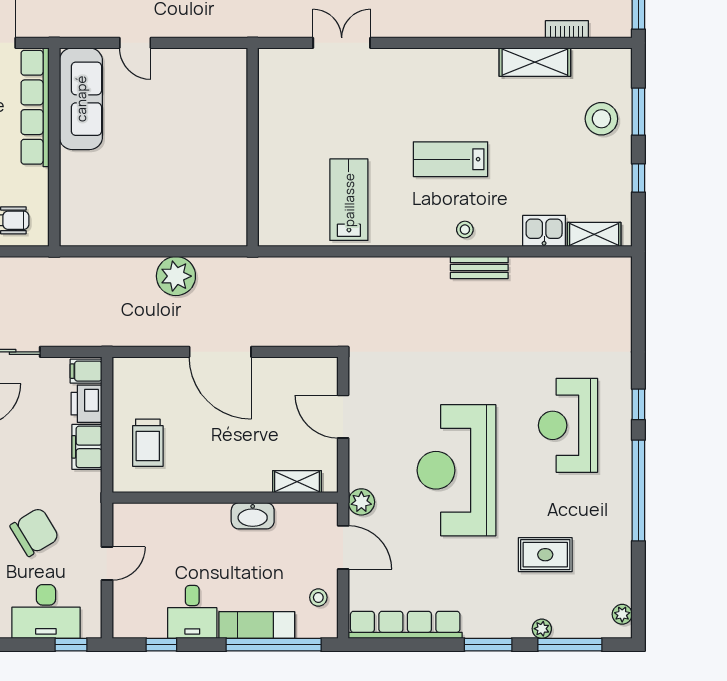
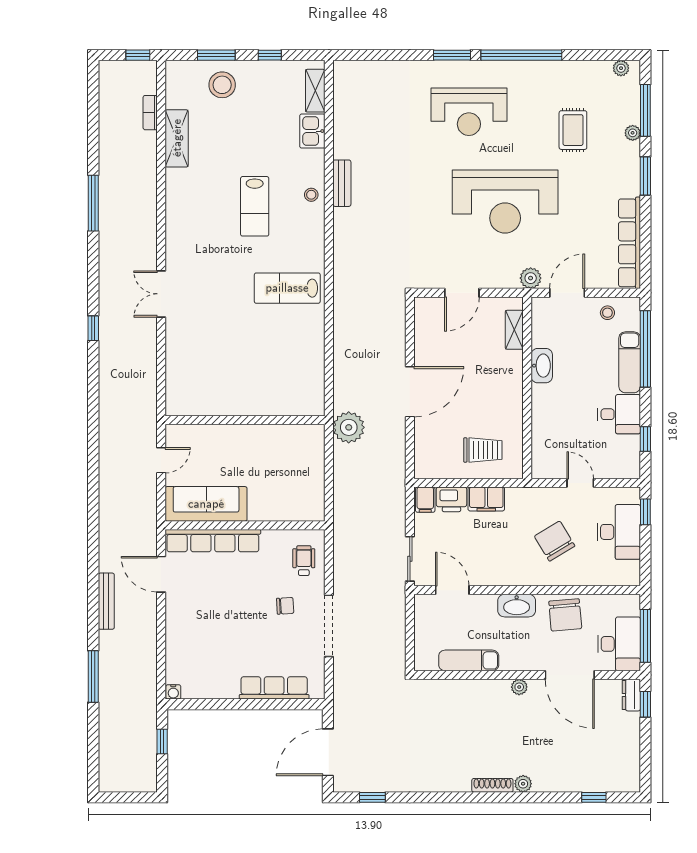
wall: (253, 147) -> (245, 420), moved
window: (638, 404) -> (452, 55), width x1.50

